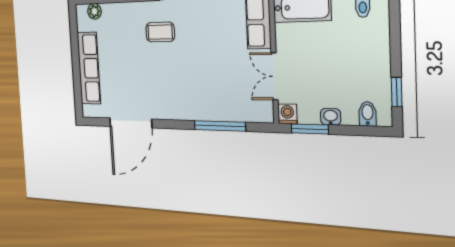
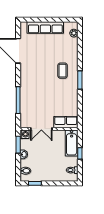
double door: (275, 76) -> (41, 129), swing flipped

